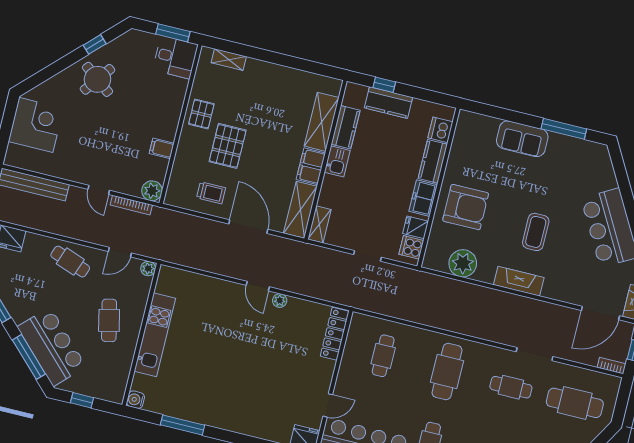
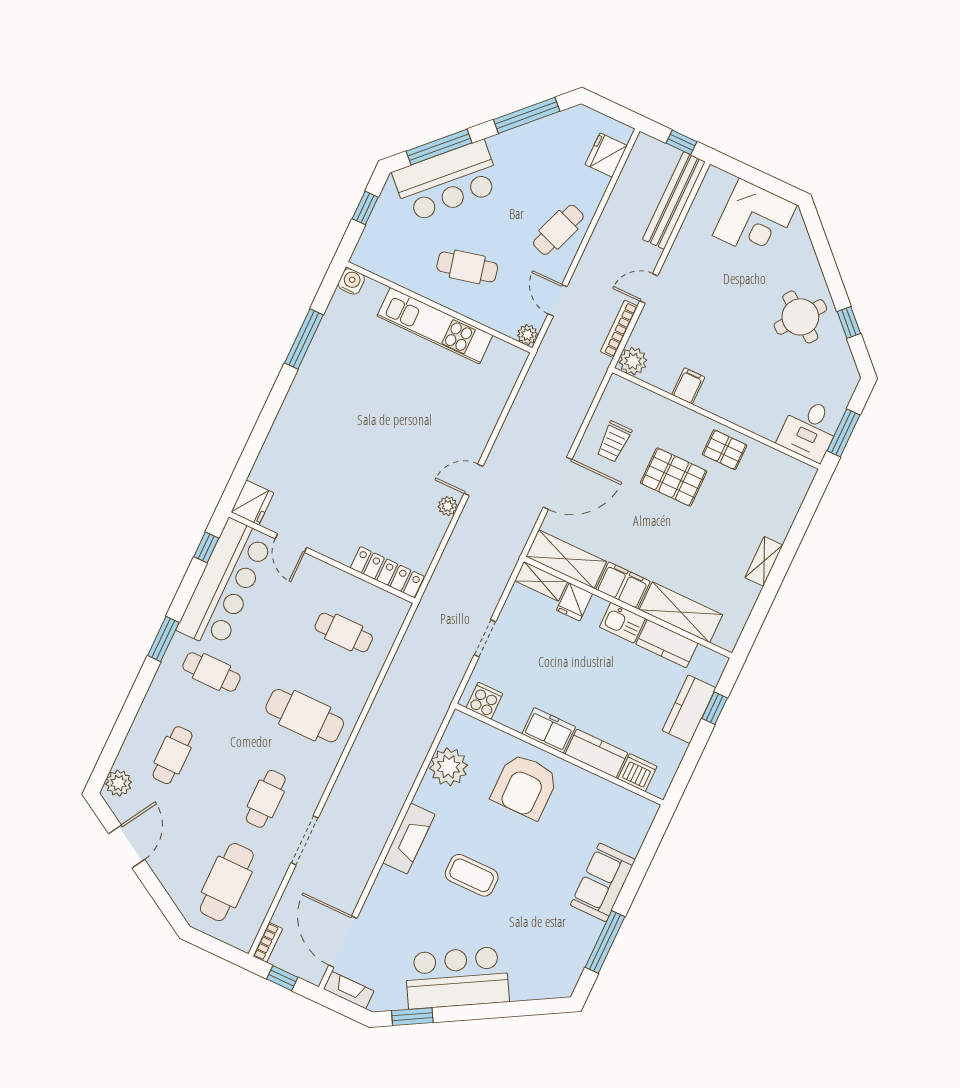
shelving: (229, 60) -> (764, 561), moved
fridge: (416, 227) -> (575, 602), moved, turned 180

